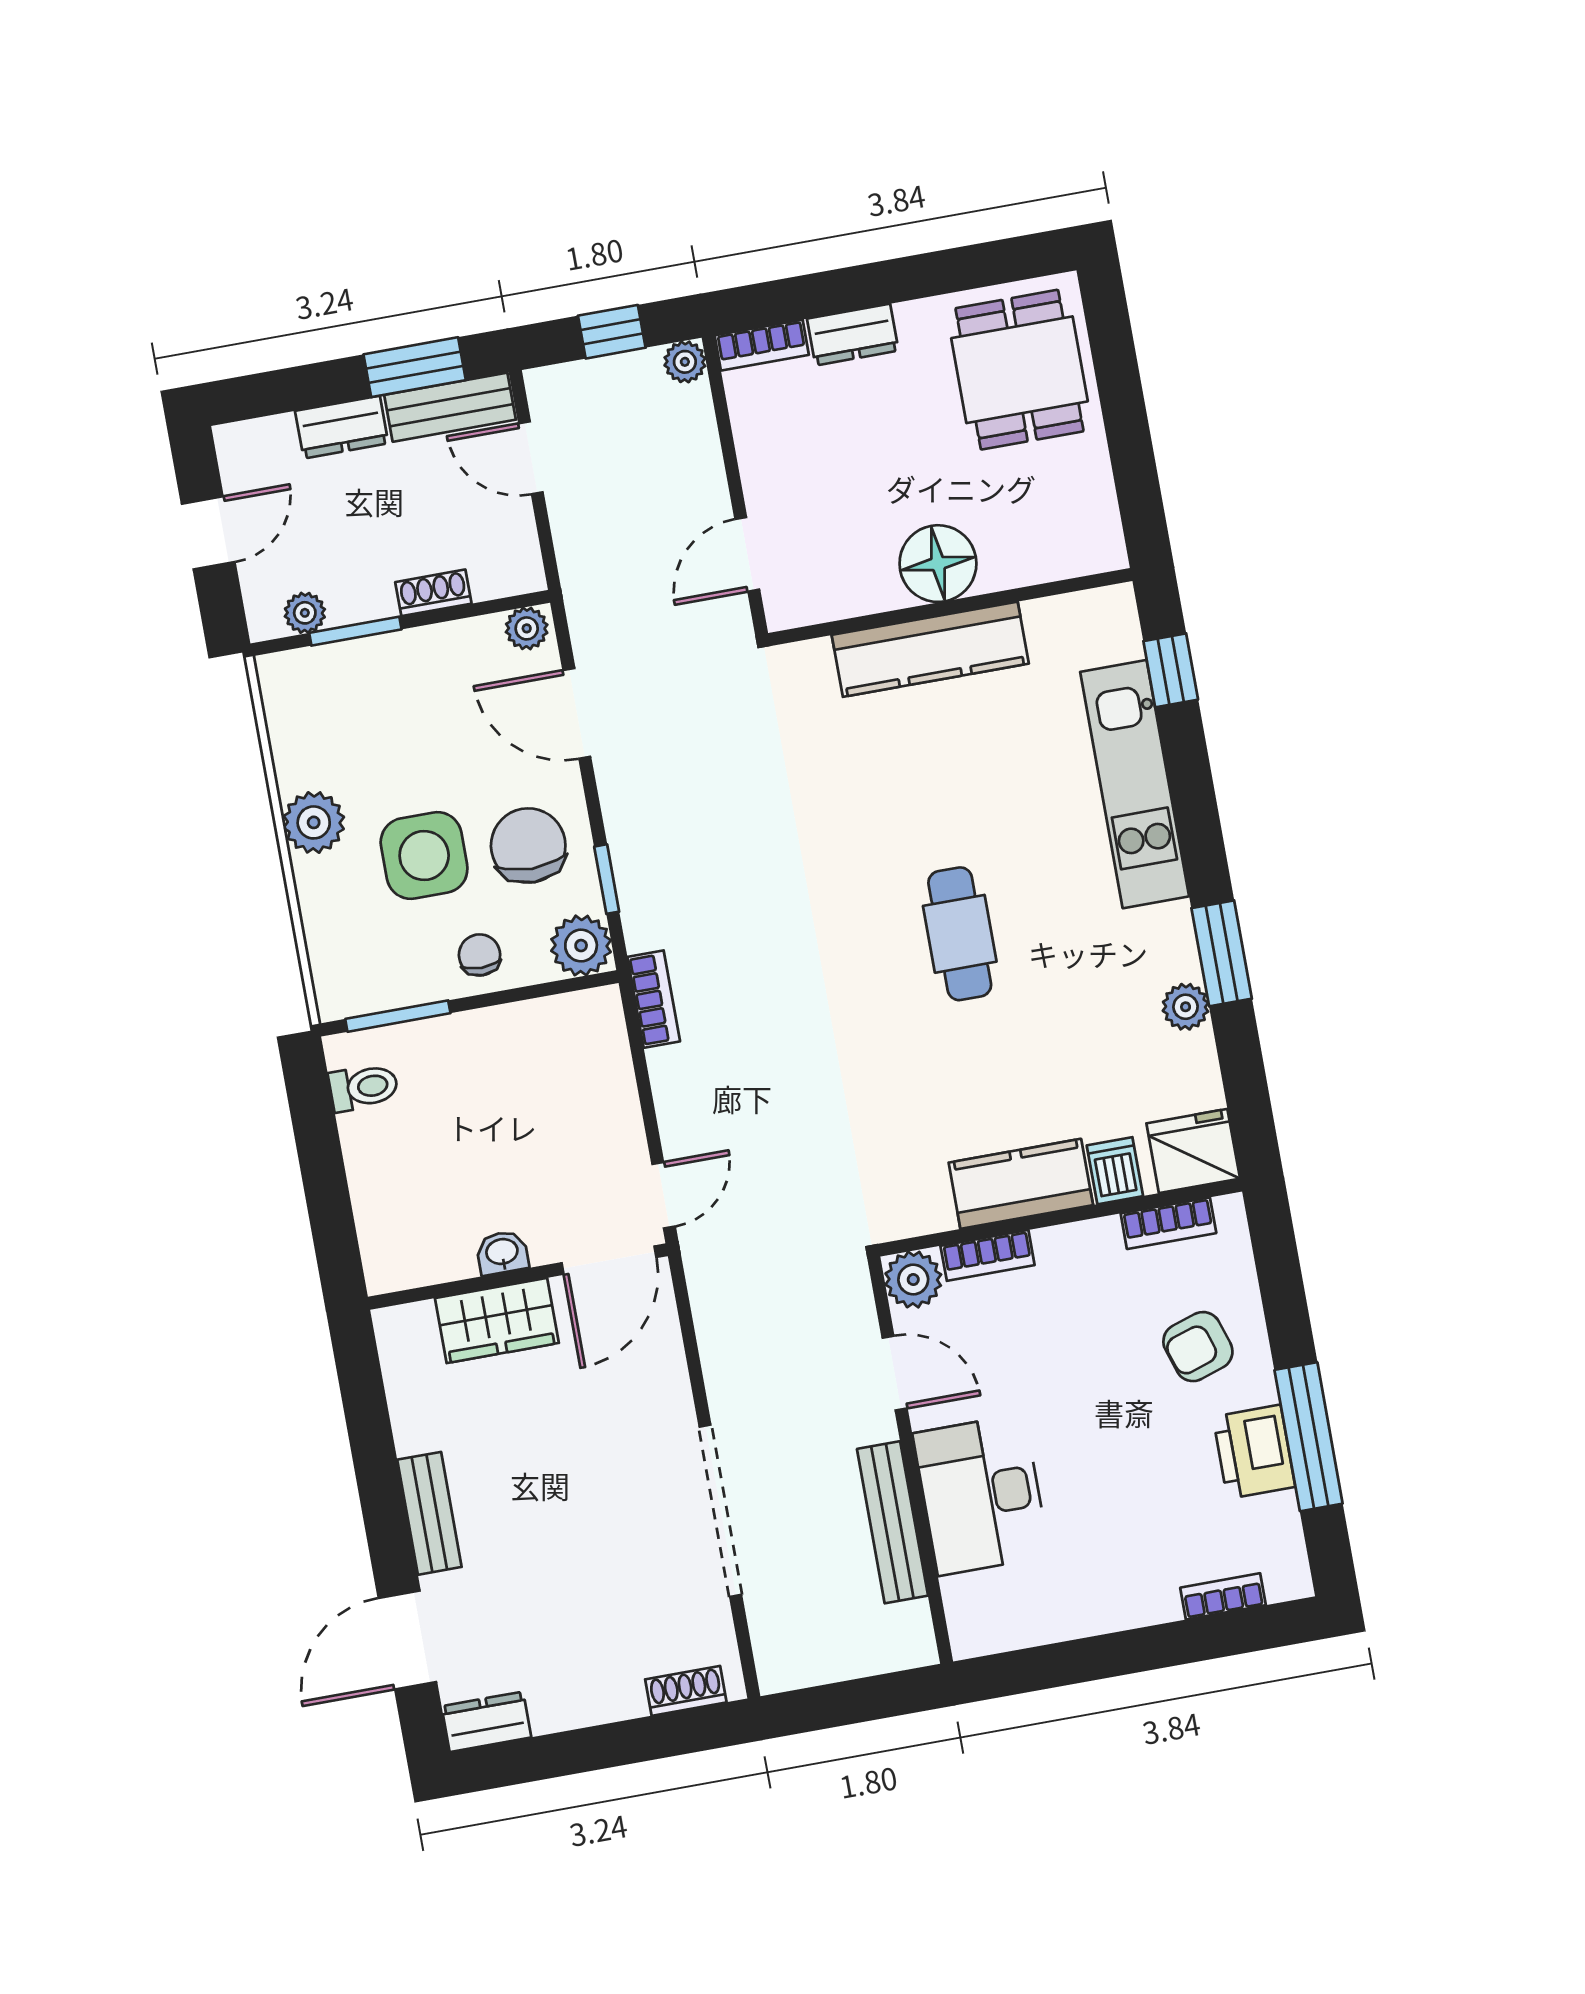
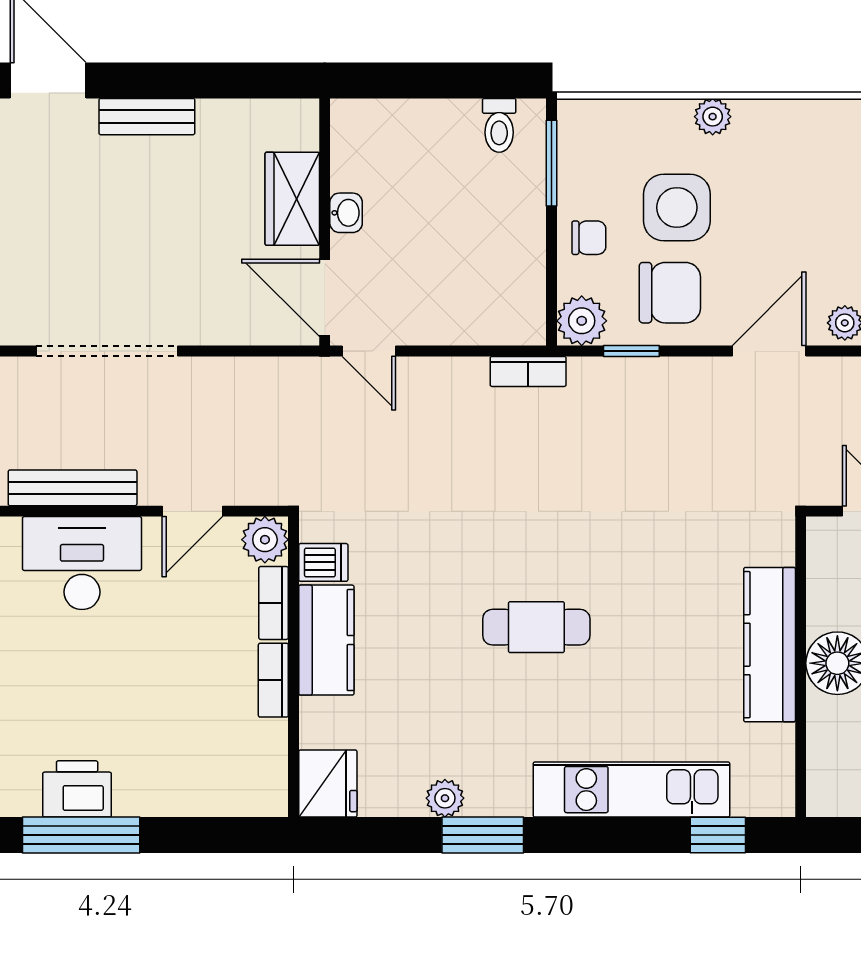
plant: (314, 822) -> (713, 117), width x0.73, depth x0.73
dishwasher: (1115, 1171) -> (323, 562), moved
bookcase: (1168, 1223) -> (273, 680), moved
armchair: (1198, 1347) -> (170, 759), removed

